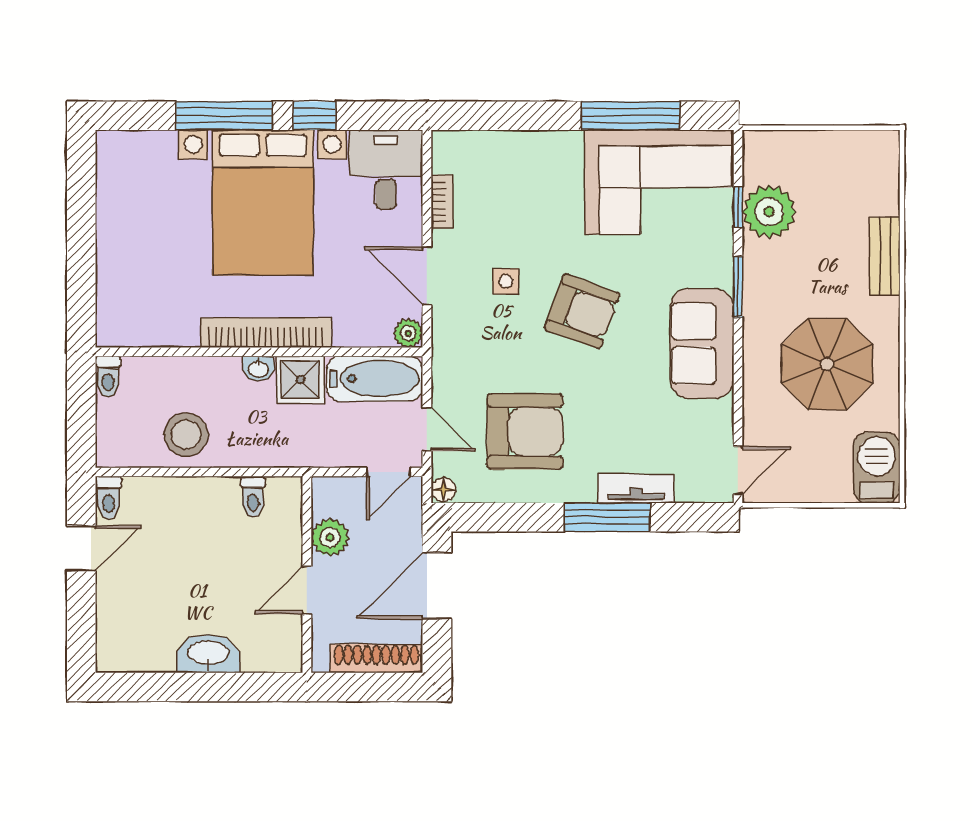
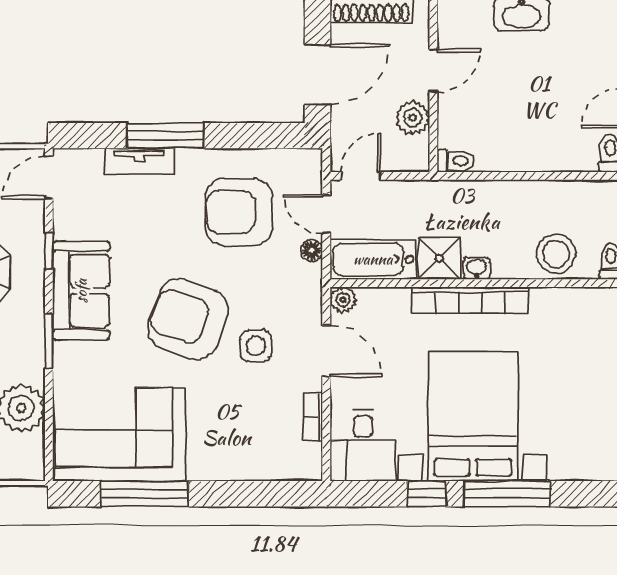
window: (738, 207) -> (49, 251), moved
side table: (506, 281) -> (256, 346), width x1.37, depth x1.37
armchair: (582, 311) -> (188, 319), width x1.36, depth x1.36
stool: (186, 435) -> (556, 254), moved
floor lamp: (443, 490) -> (312, 250), moved
toilet: (253, 497) -> (456, 161), moved, turned 90

